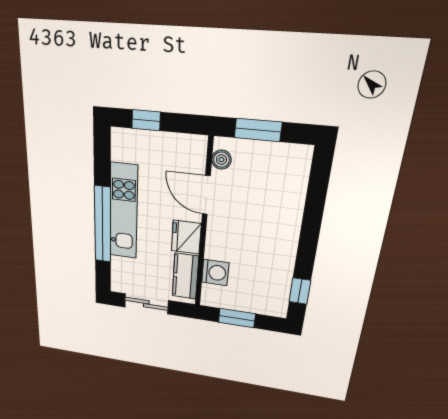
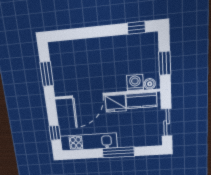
boiler: (221, 160) -> (150, 84), moved
door: (206, 195) -> (88, 96), width x1.36
kitchen unit: (124, 212) -> (89, 142), moved
window: (103, 225) -> (118, 152), width x0.68

